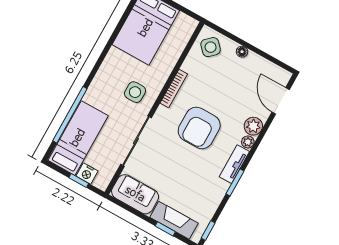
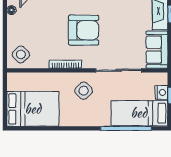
floor lamp: (242, 52) -> (12, 10), moved
side table: (135, 92) -> (84, 91), turned 45

